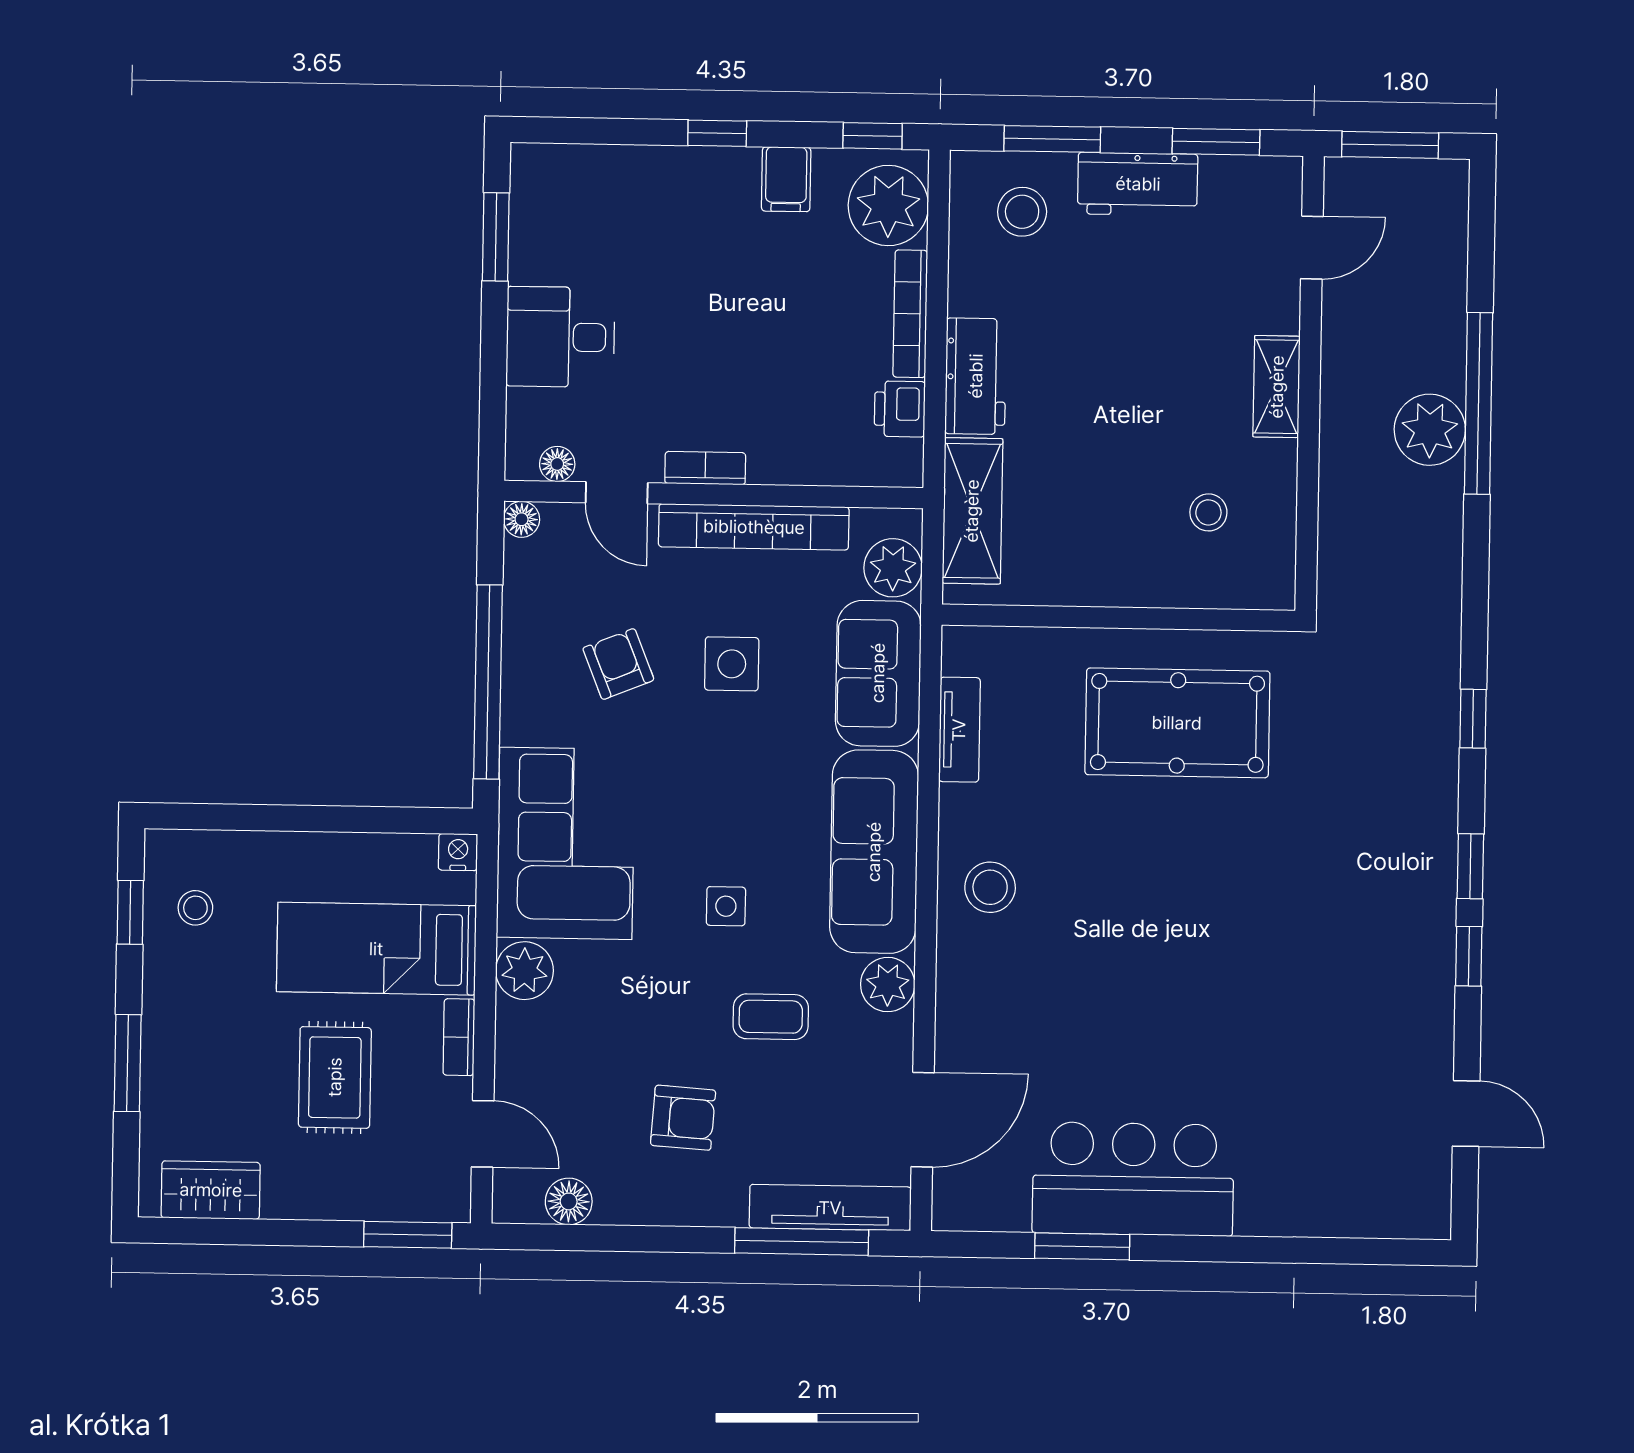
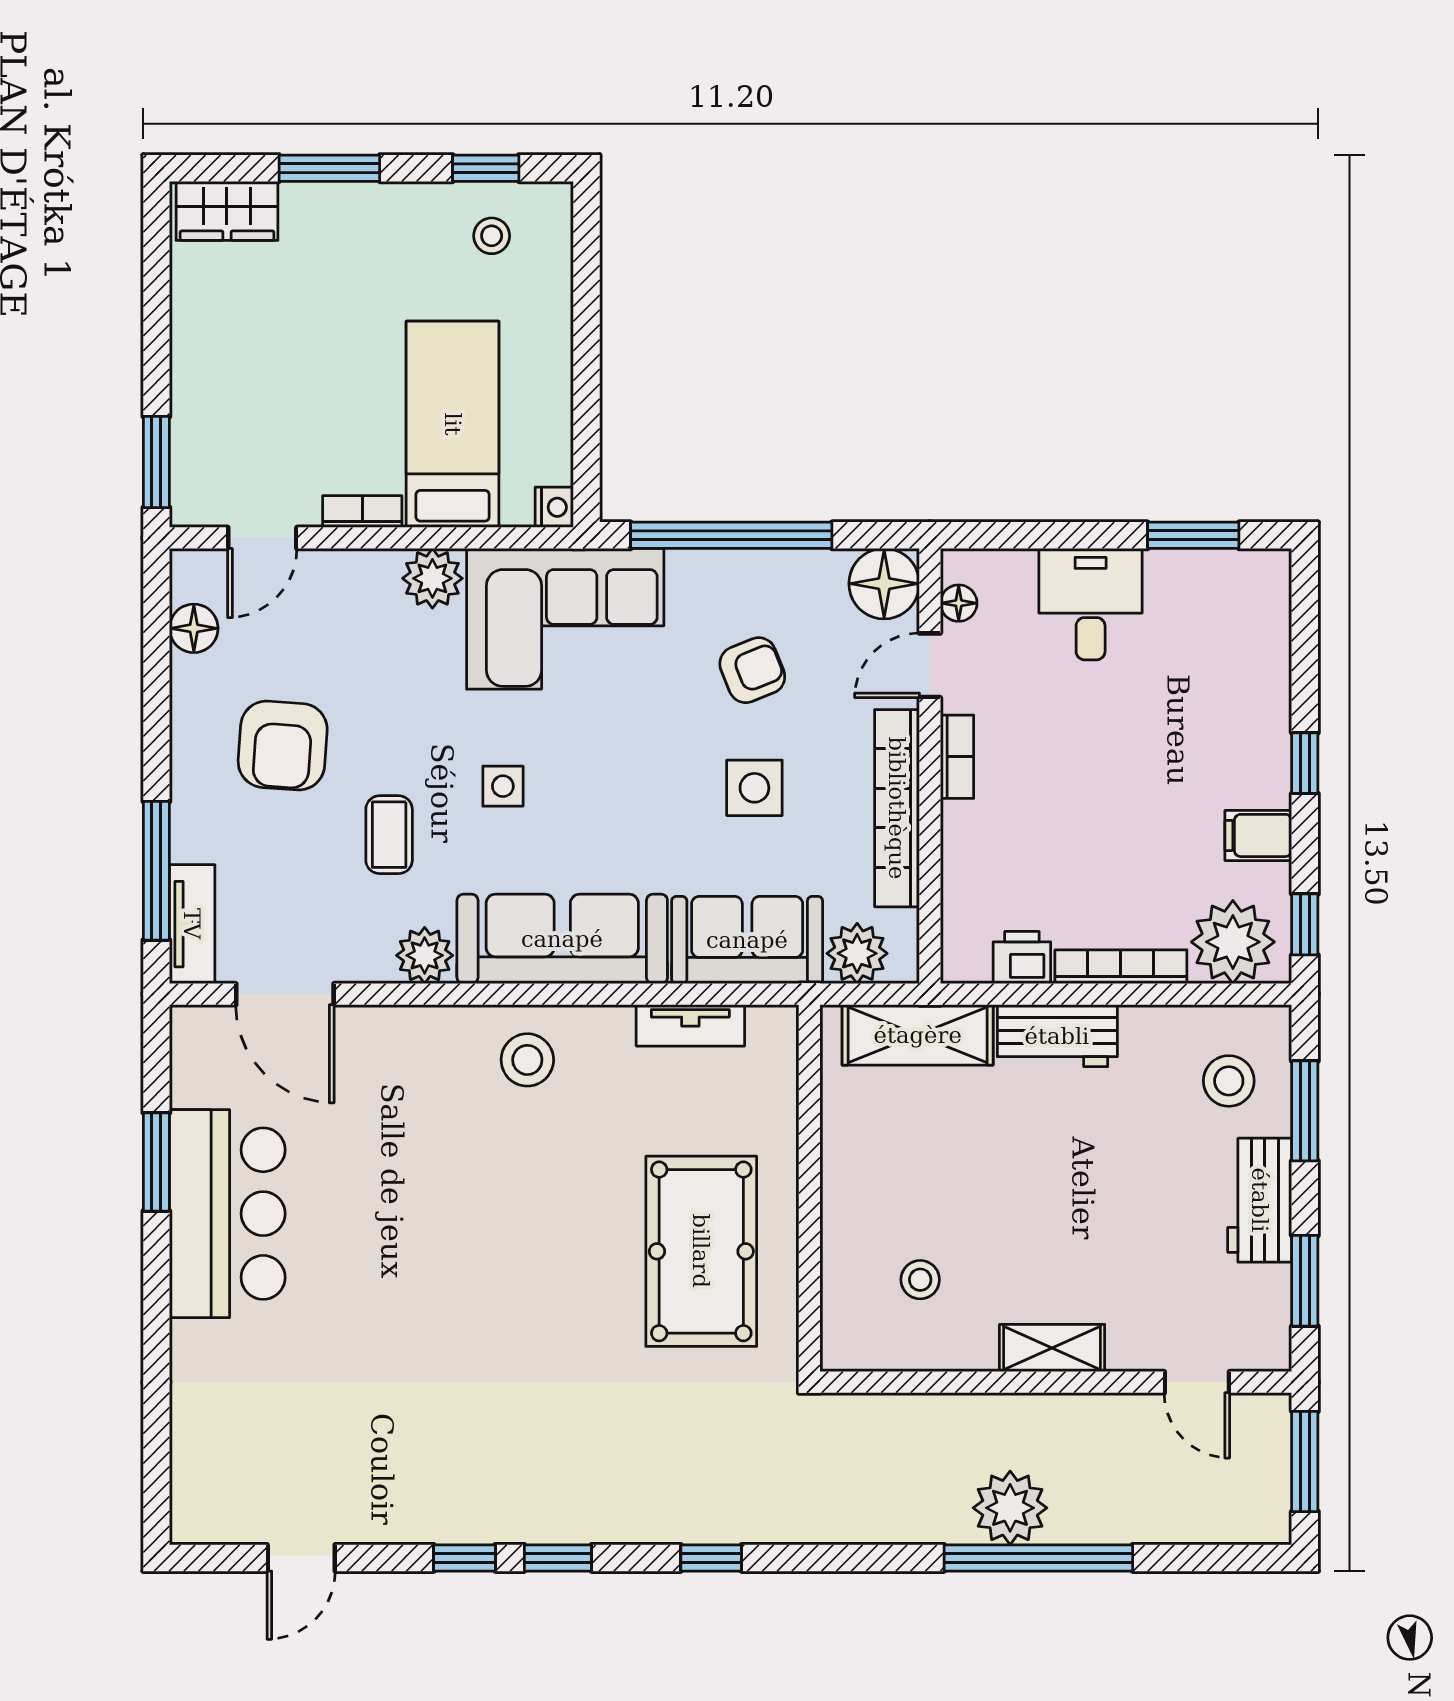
floor lamp: (522, 519) -> (884, 584), width x1.89, depth x1.89
rug: (335, 1077) -> (318, 384), removed
armchair: (683, 1118) -> (283, 746), width x1.38, depth x1.38
wardrobe: (211, 1190) -> (227, 211), moved, turned 90
tv unit: (830, 1208) -> (192, 924), width x0.71

